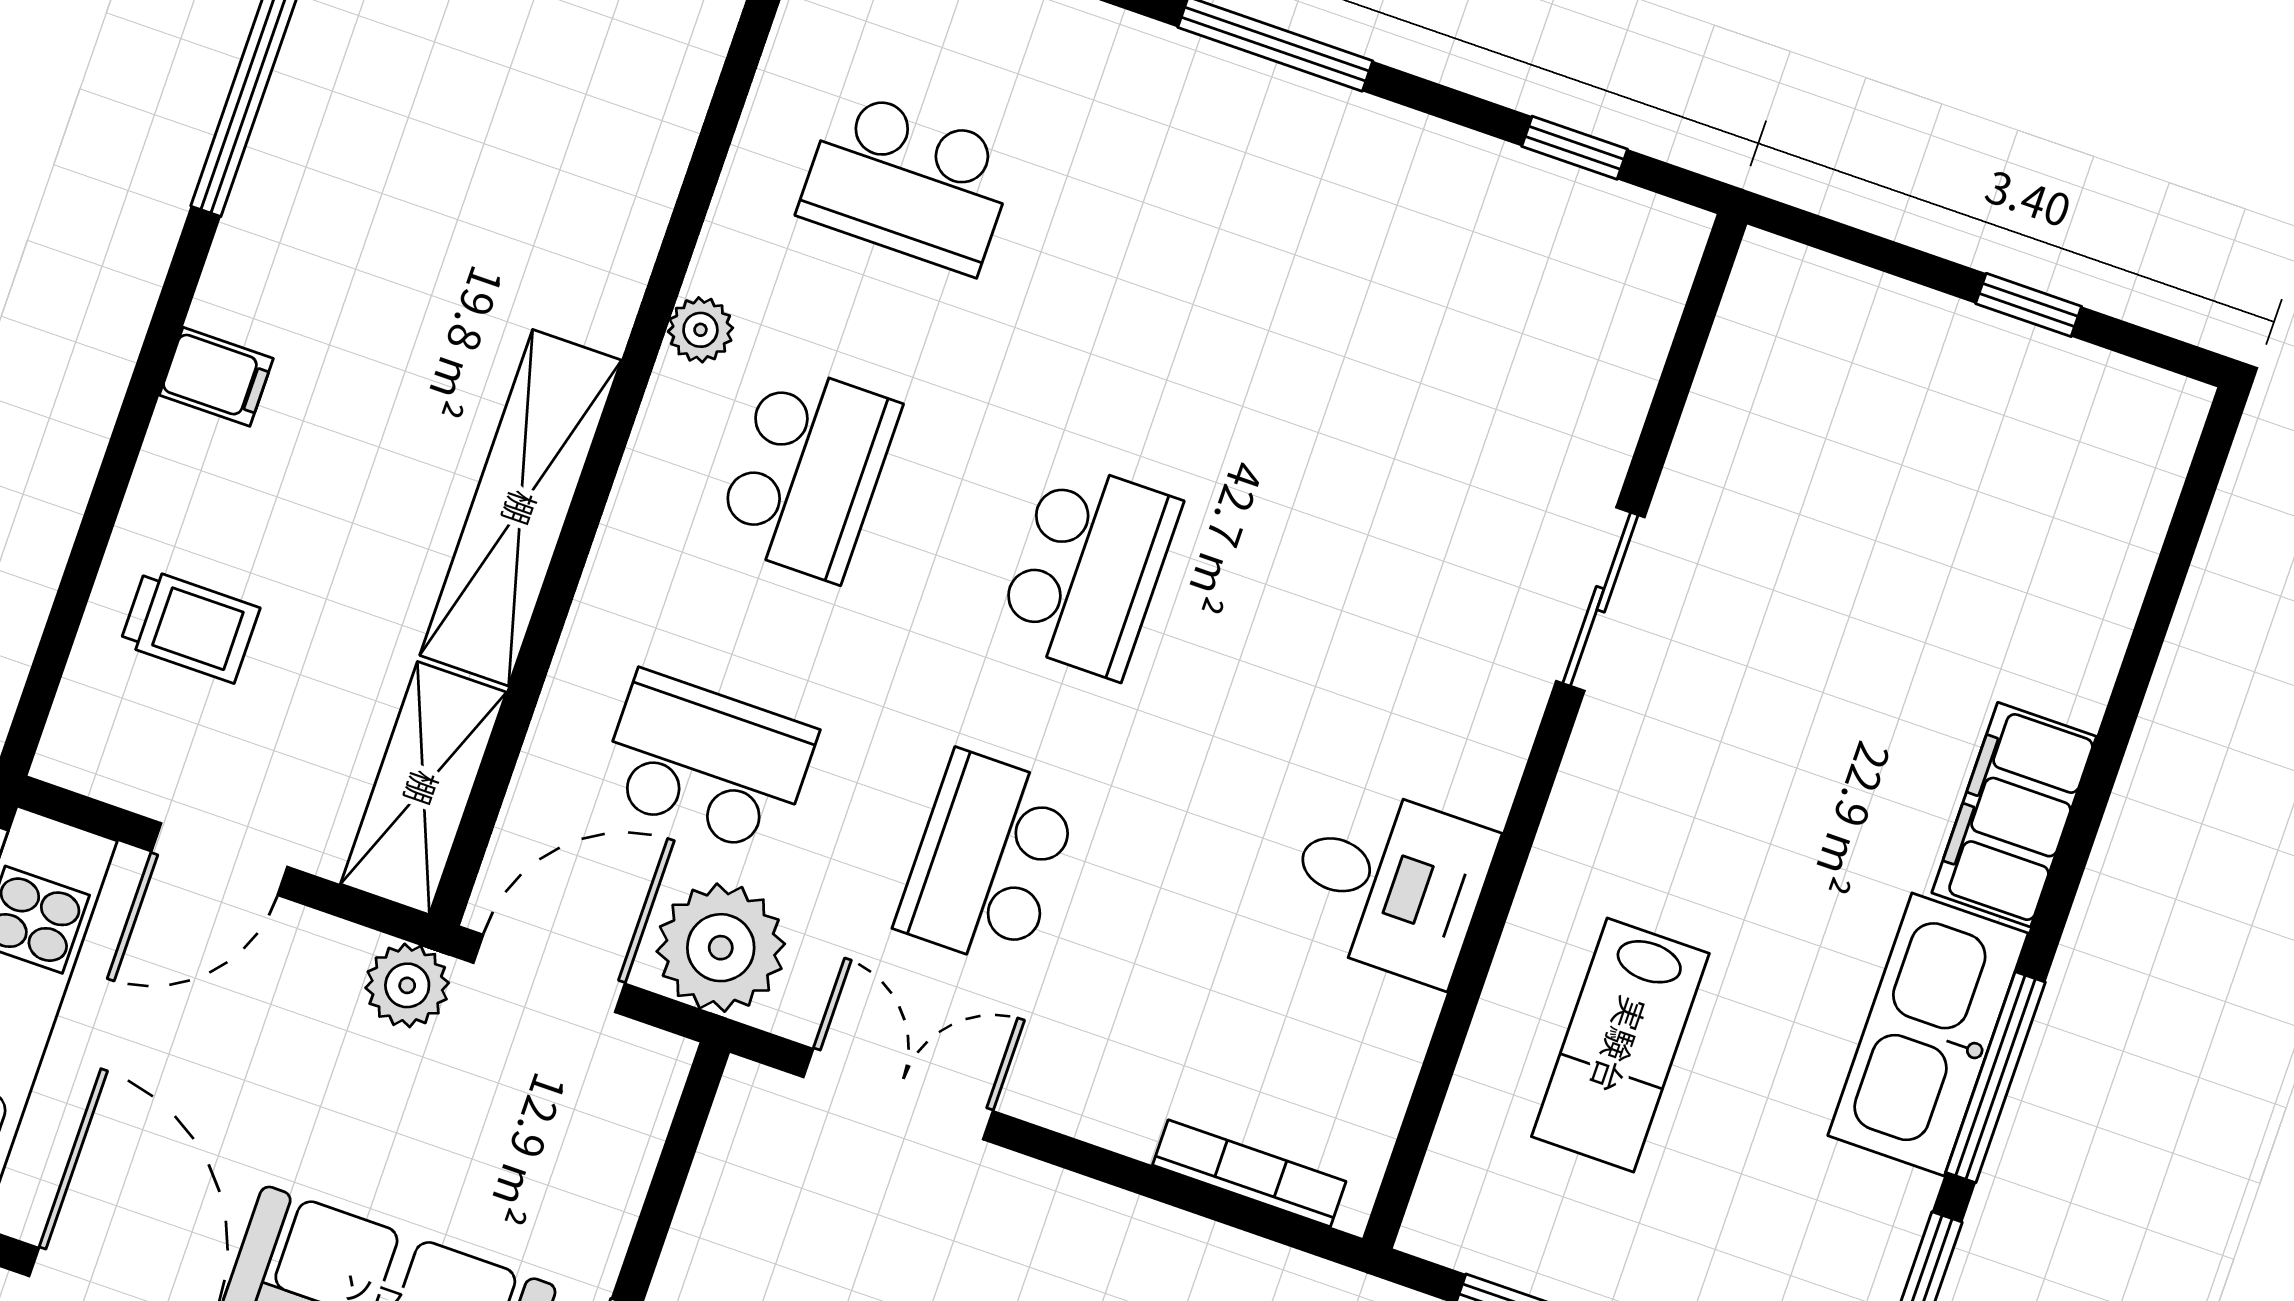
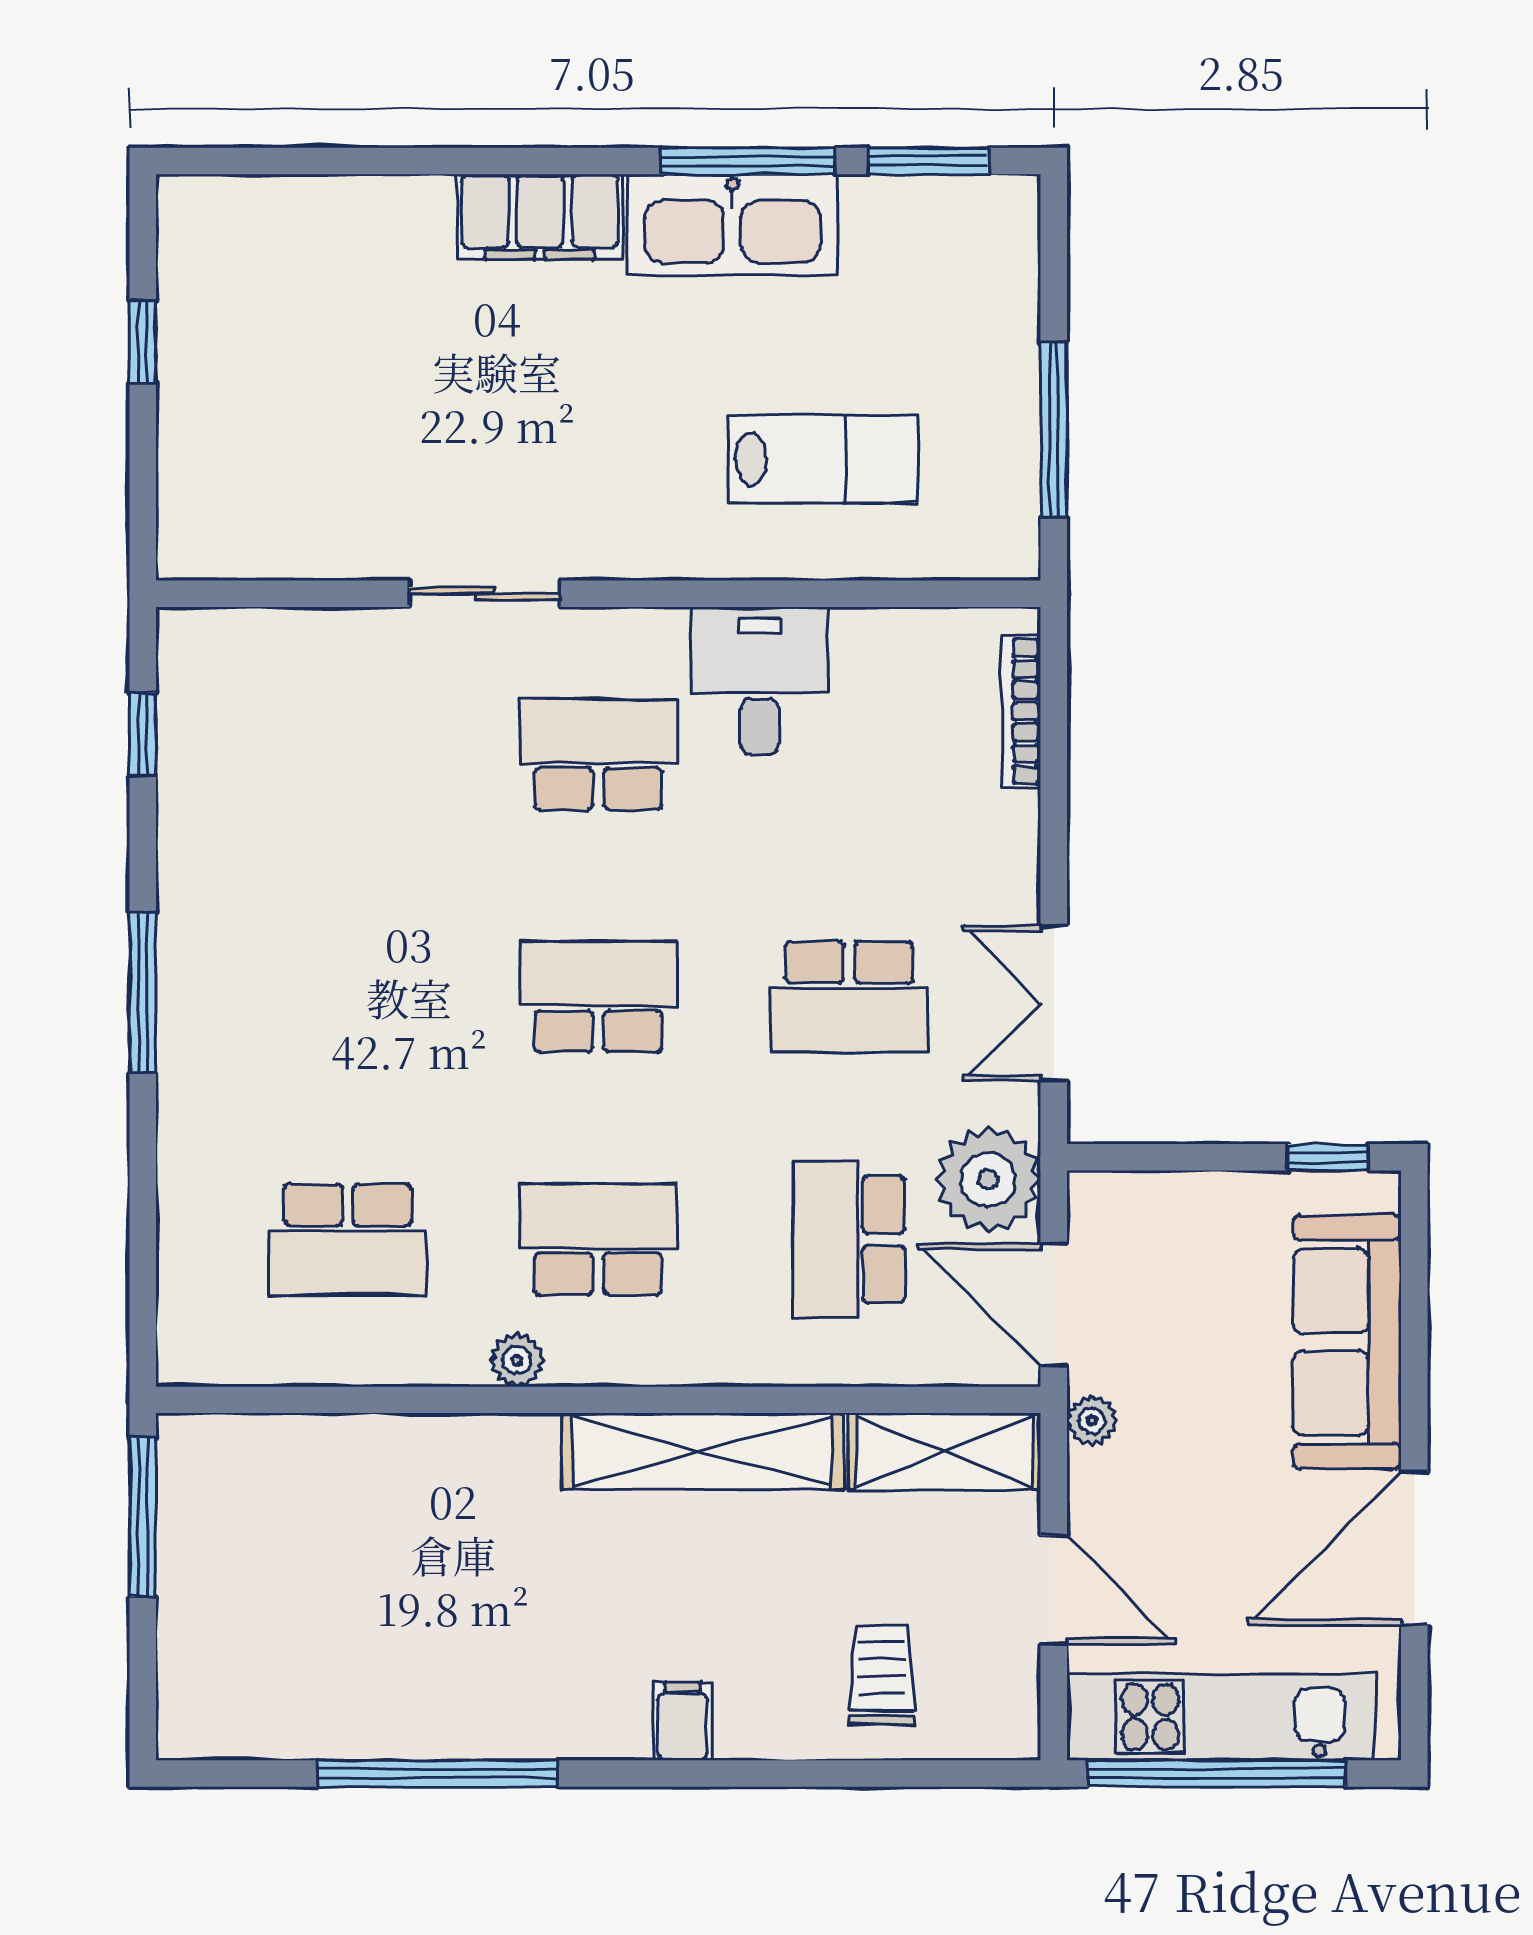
school desk: (908, 182) -> (348, 1239), turned 90
school desk: (1369, 667) -> (598, 754), added
plant: (407, 985) -> (1092, 1421), width x0.73, depth x0.73

